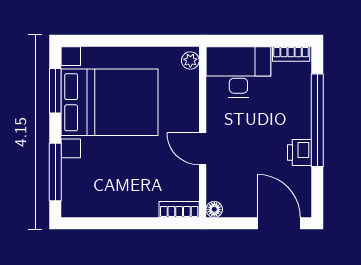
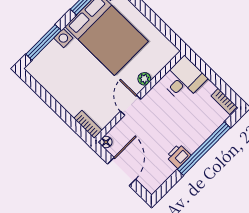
plant: (190, 61) -> (144, 79), moved
desk: (238, 72) -> (183, 79), width x0.73
door: (279, 223) -> (122, 172), moved

